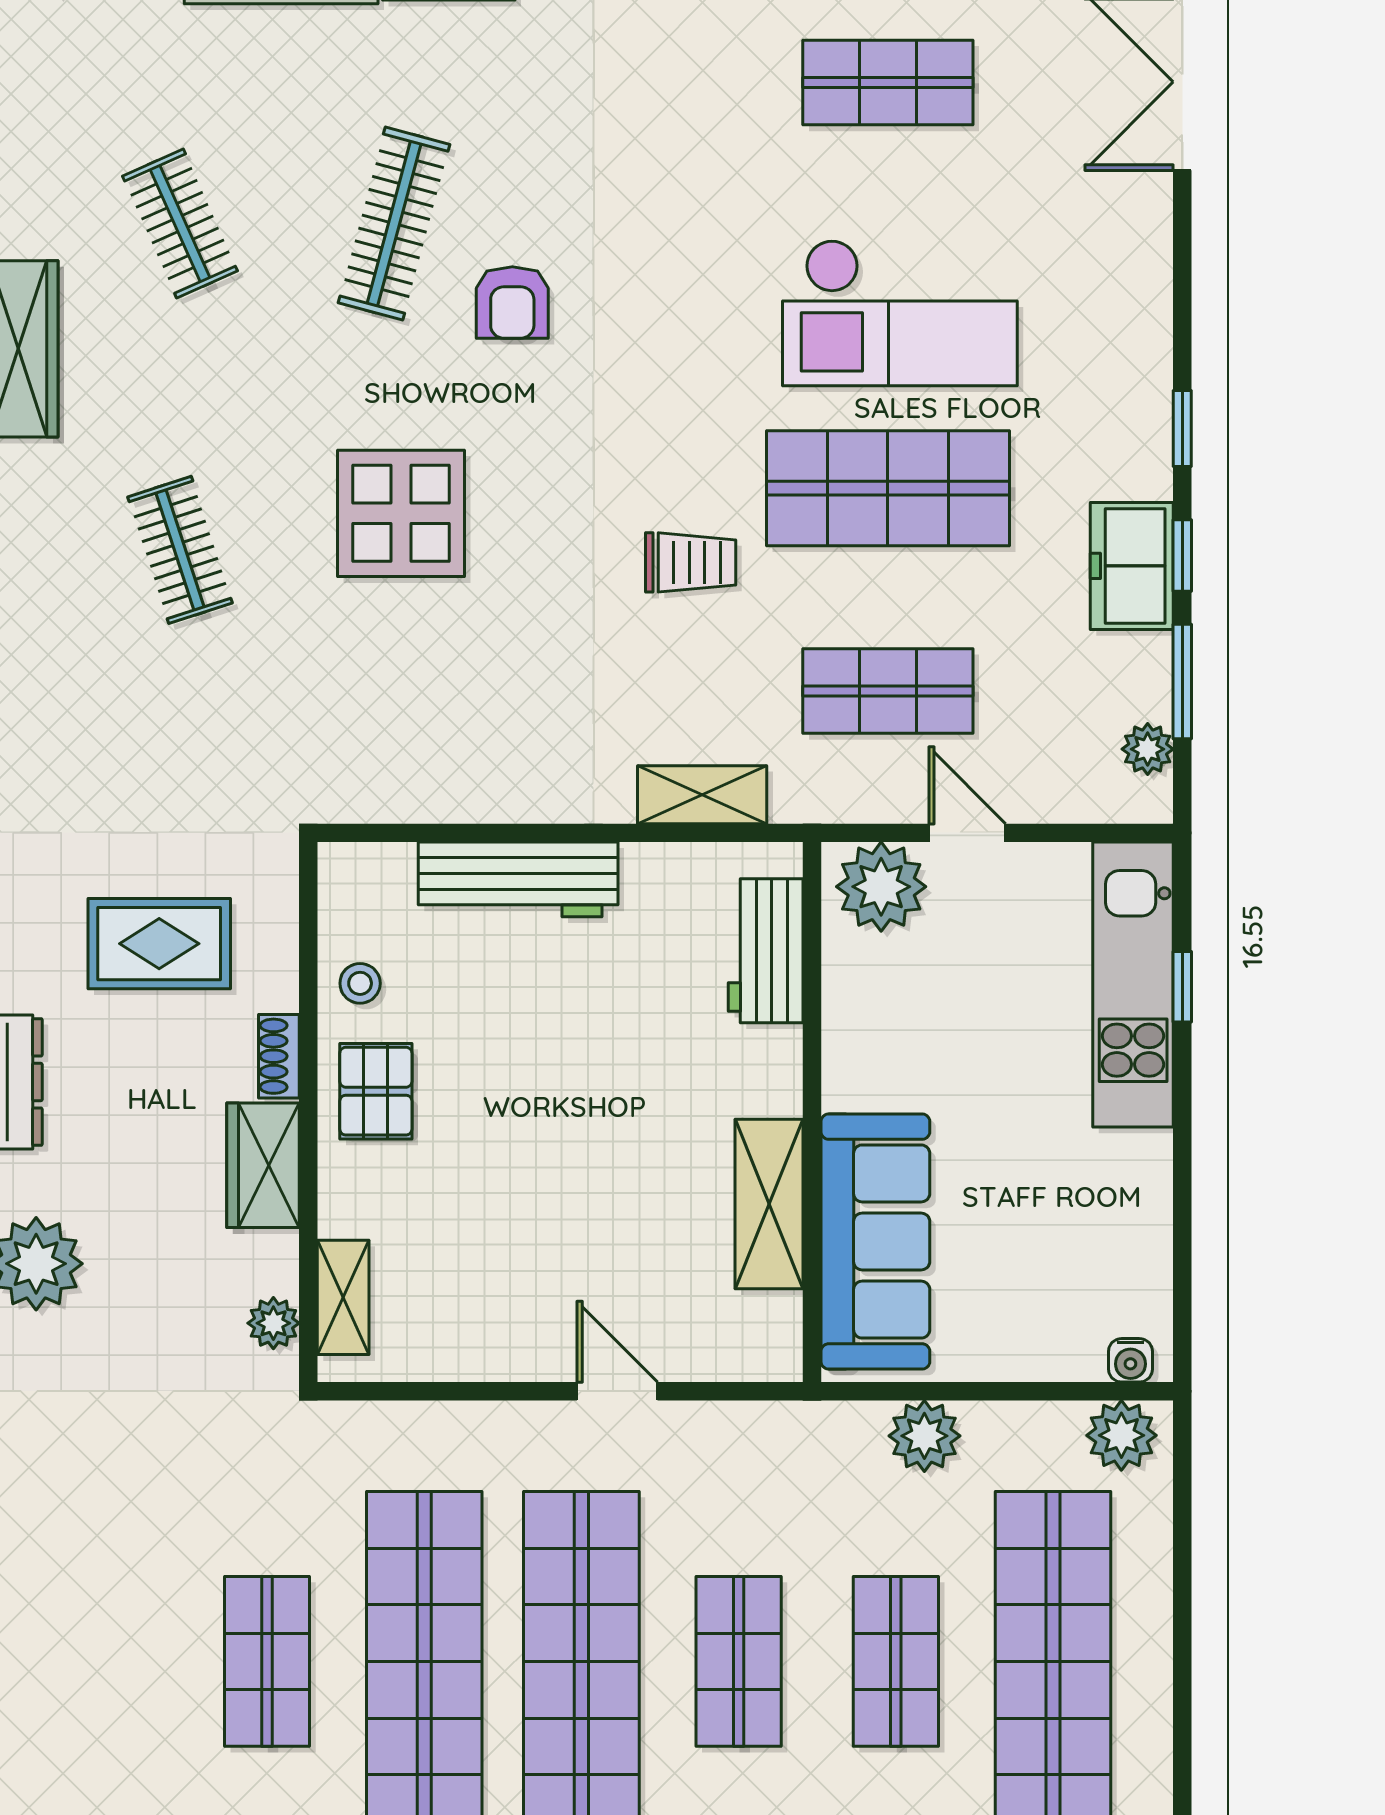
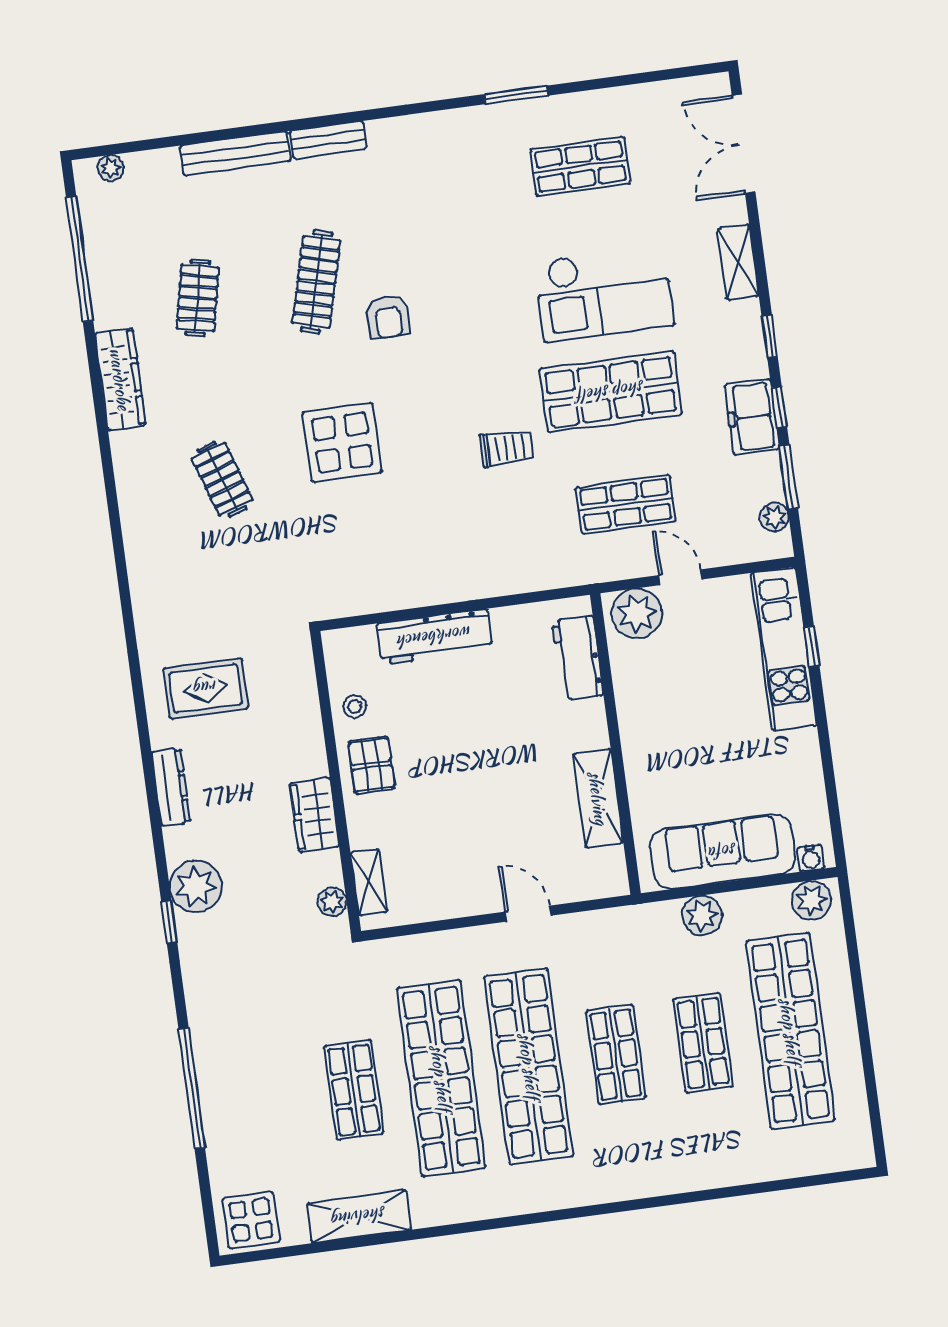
clothes rail: (180, 224) -> (198, 298), turned 36
shelving: (702, 795) -> (738, 262), moved, turned 90
rug: (159, 944) -> (206, 688), moved
shoe rack: (279, 1056) -> (315, 753), removed
sofa: (875, 1242) -> (723, 852), moved, turned -90

